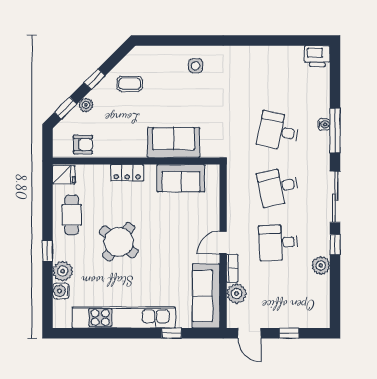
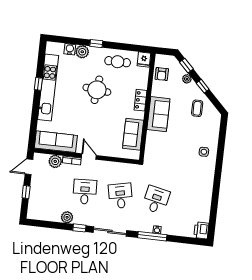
sofa: (174, 143) -> (158, 114), moved
round table: (119, 242) -> (97, 90), turned -31
window: (172, 333) -> (38, 84), moved

